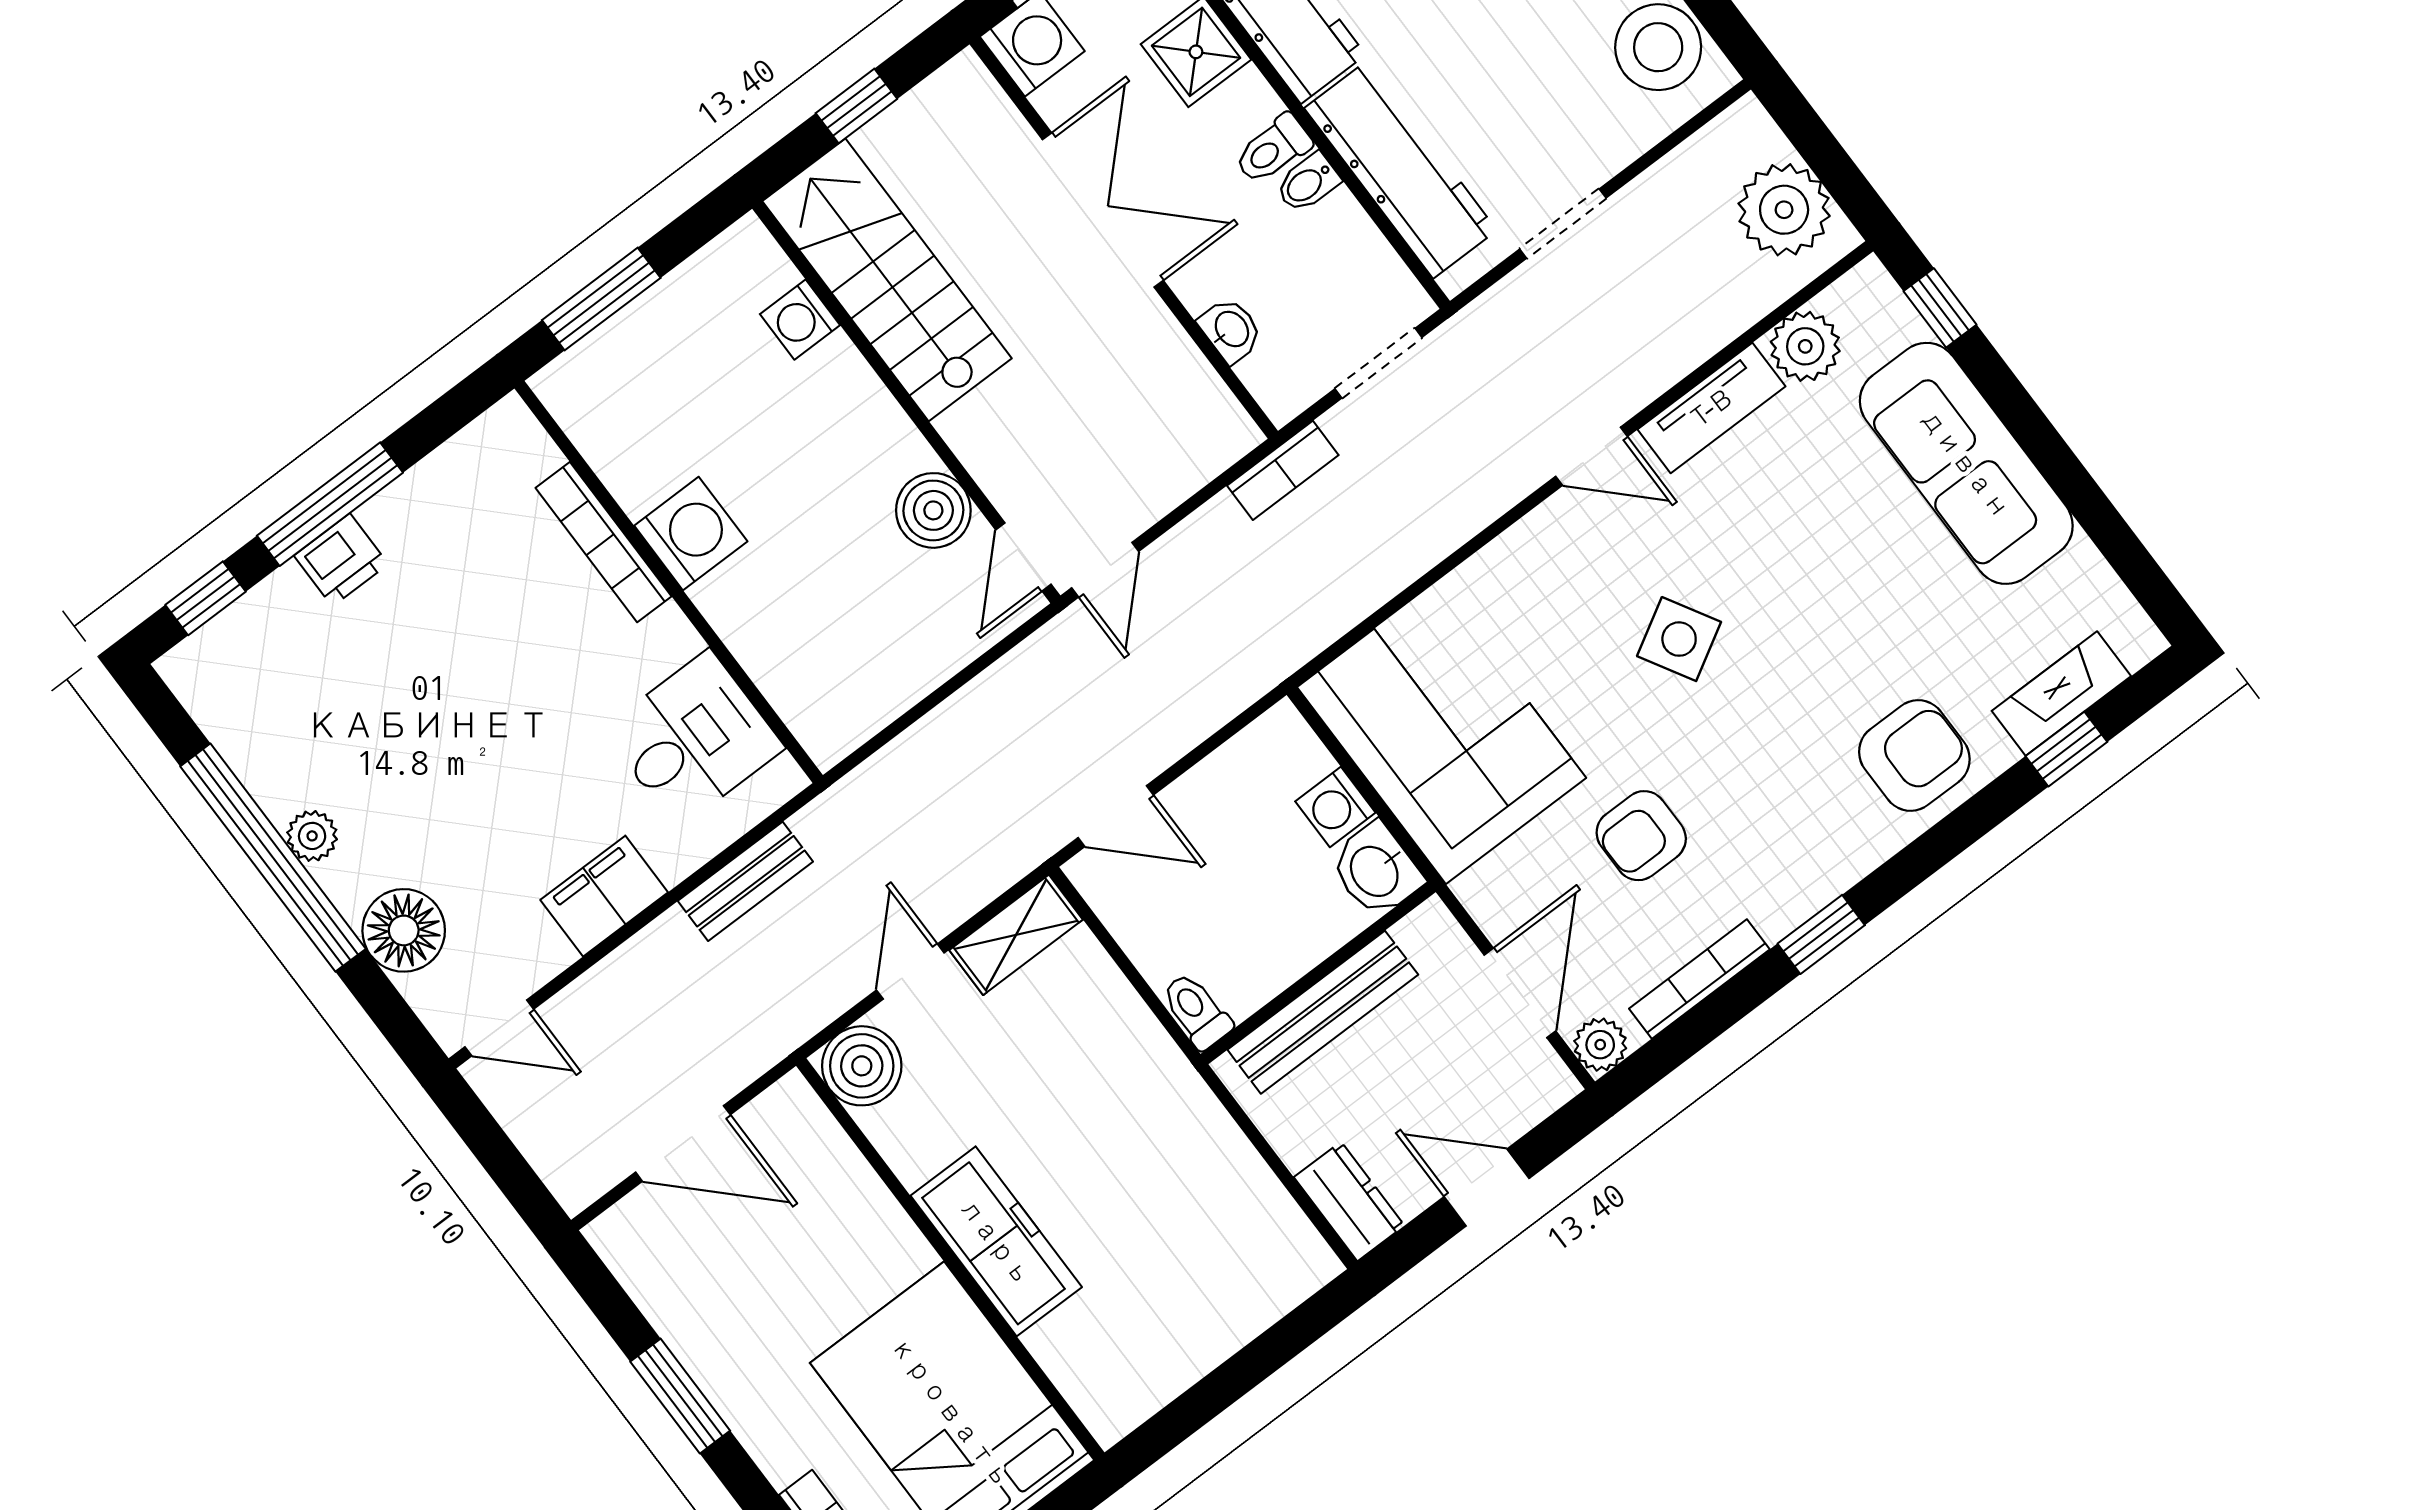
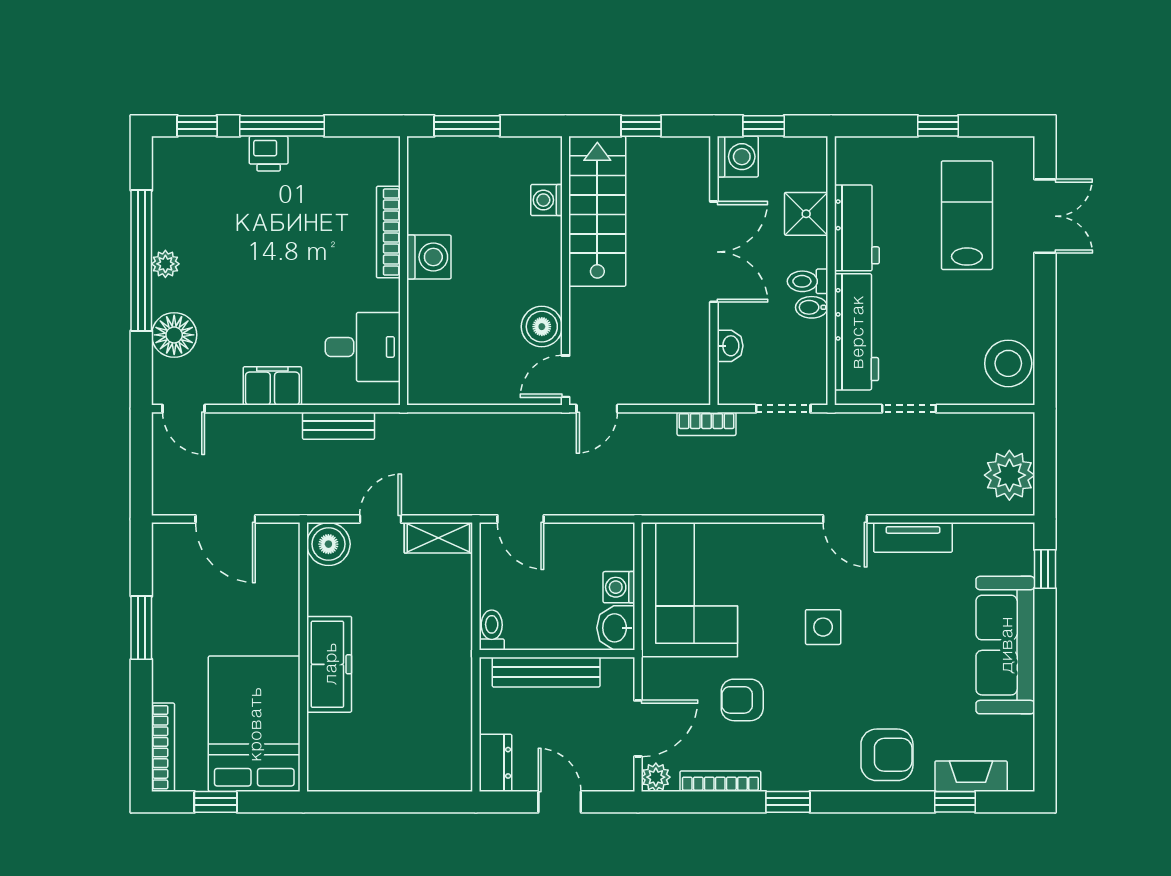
plant: (1805, 346) -> (974, 541), removed
side table: (1679, 639) -> (823, 627), turned 30

